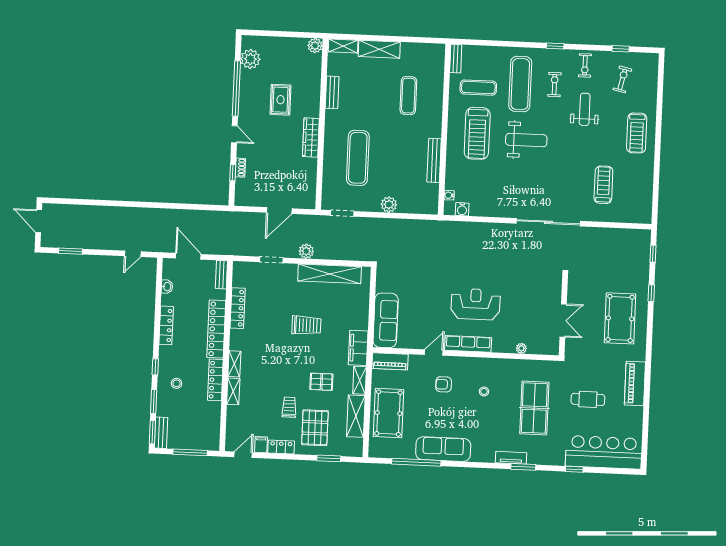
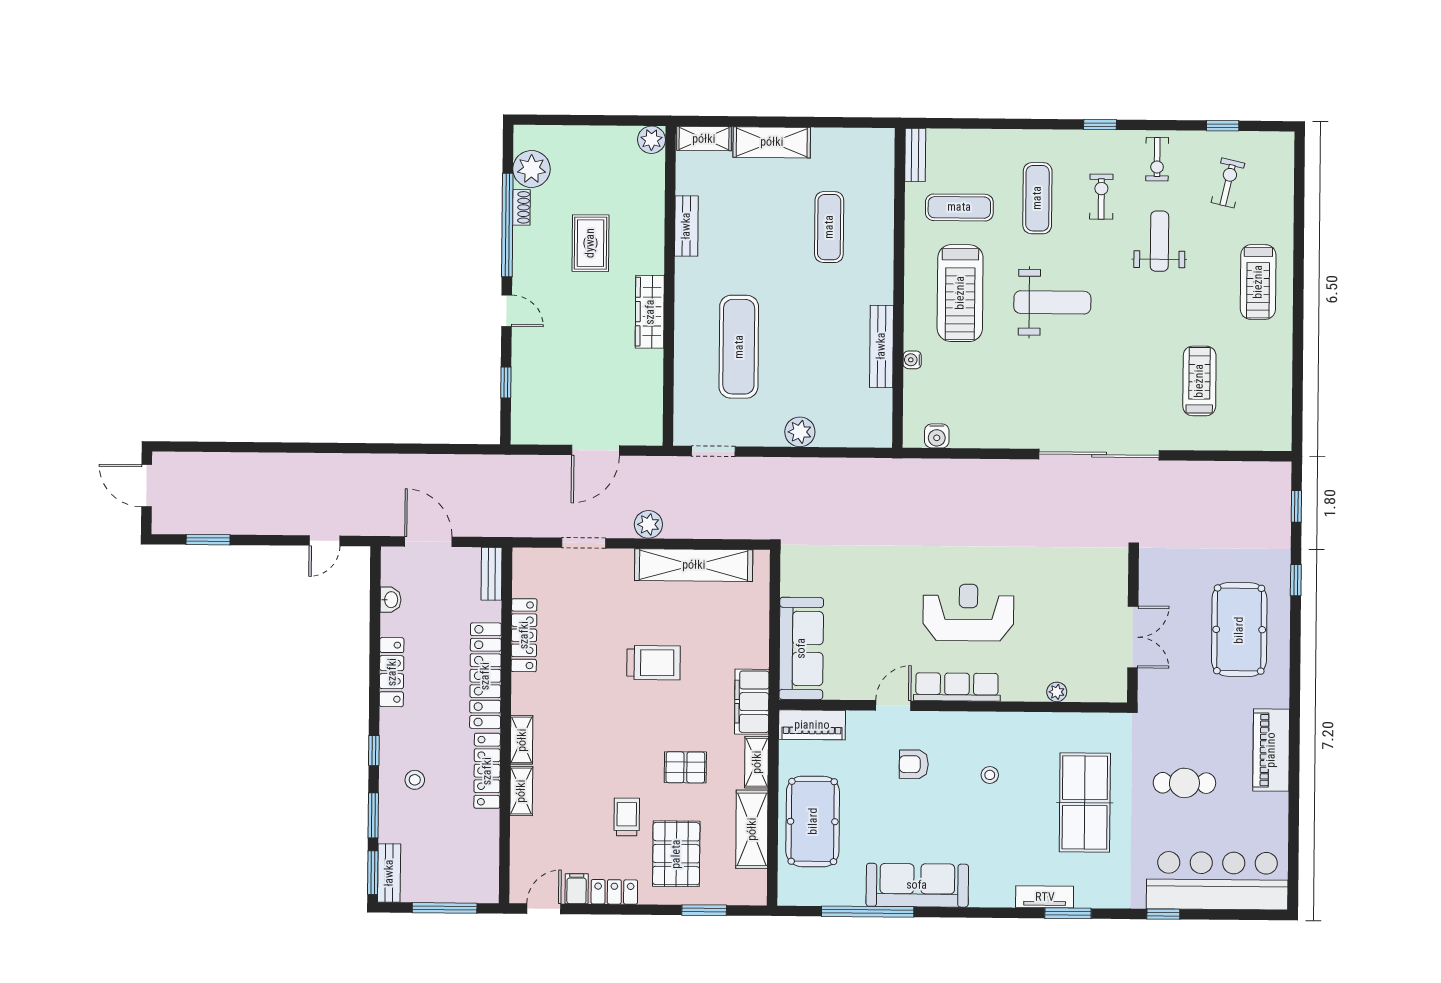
exercise mat: (520, 84) -> (1037, 198), width x0.73, depth x0.69
shoe rack: (240, 168) -> (521, 207), moved
water cooler: (449, 195) -> (912, 360), moved

